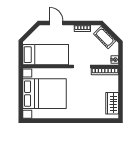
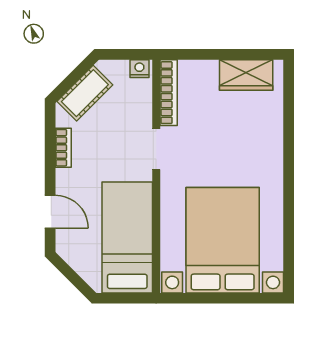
door: (56, 23) -> (50, 212), swing flipped

